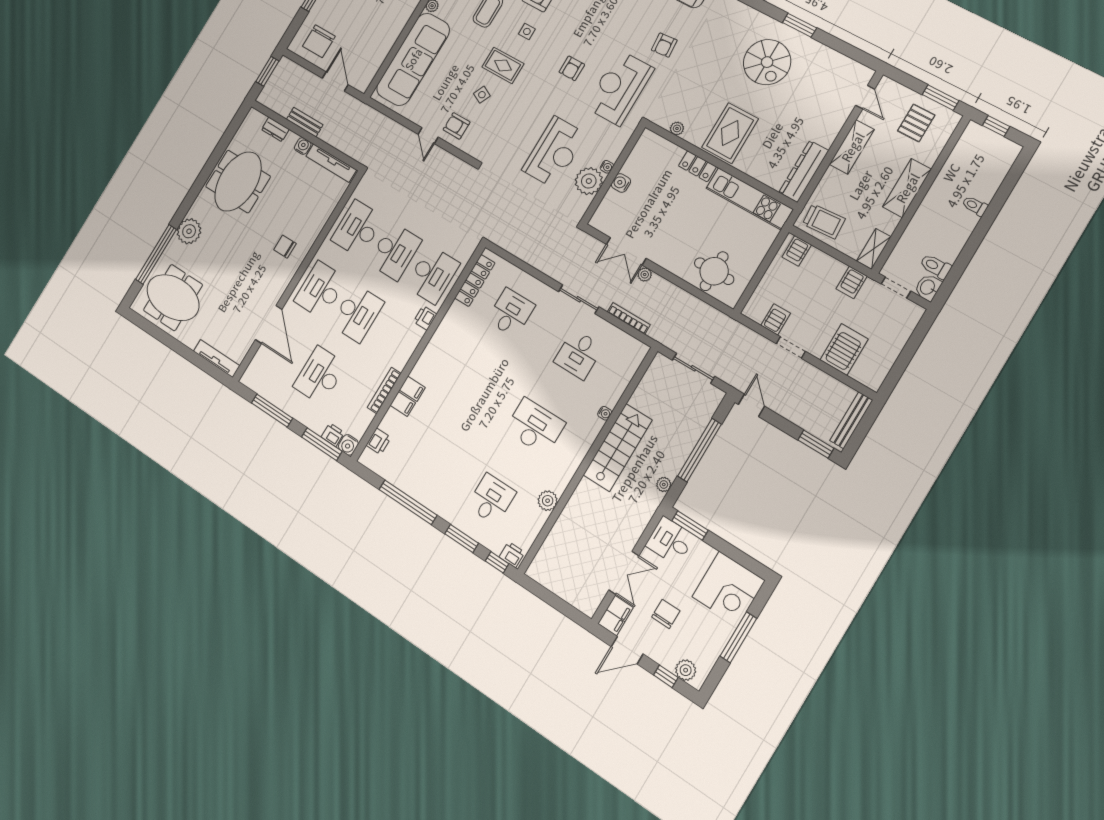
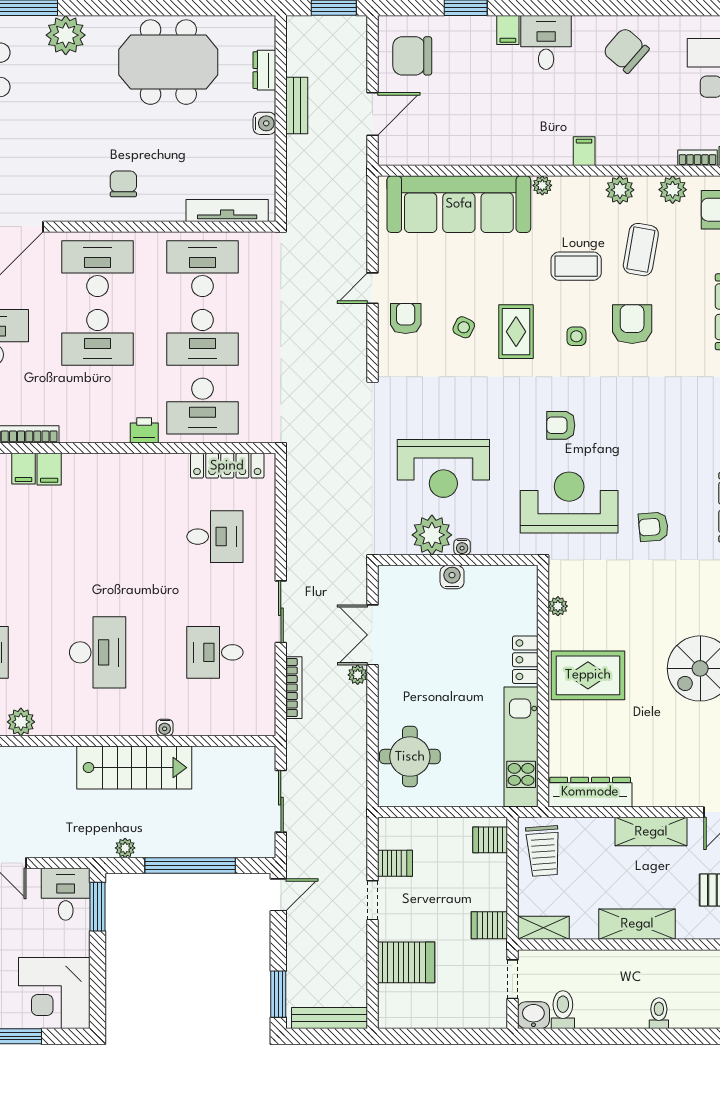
tv unit: (331, 163) -> (227, 210), moved, turned 90

